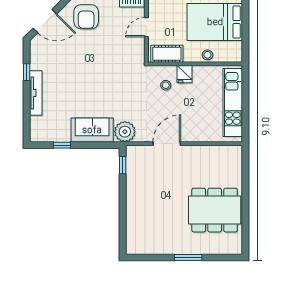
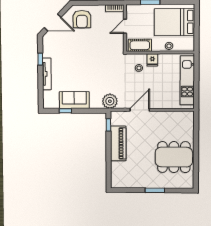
sofa: (92, 130) -> (74, 100), moved
piano: (136, 191) -> (118, 143), added

